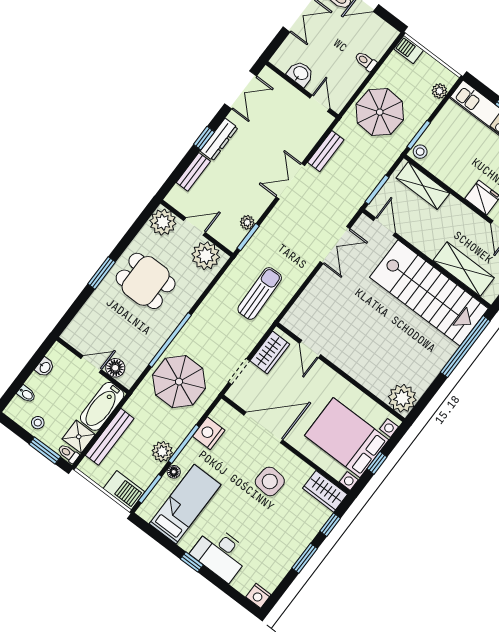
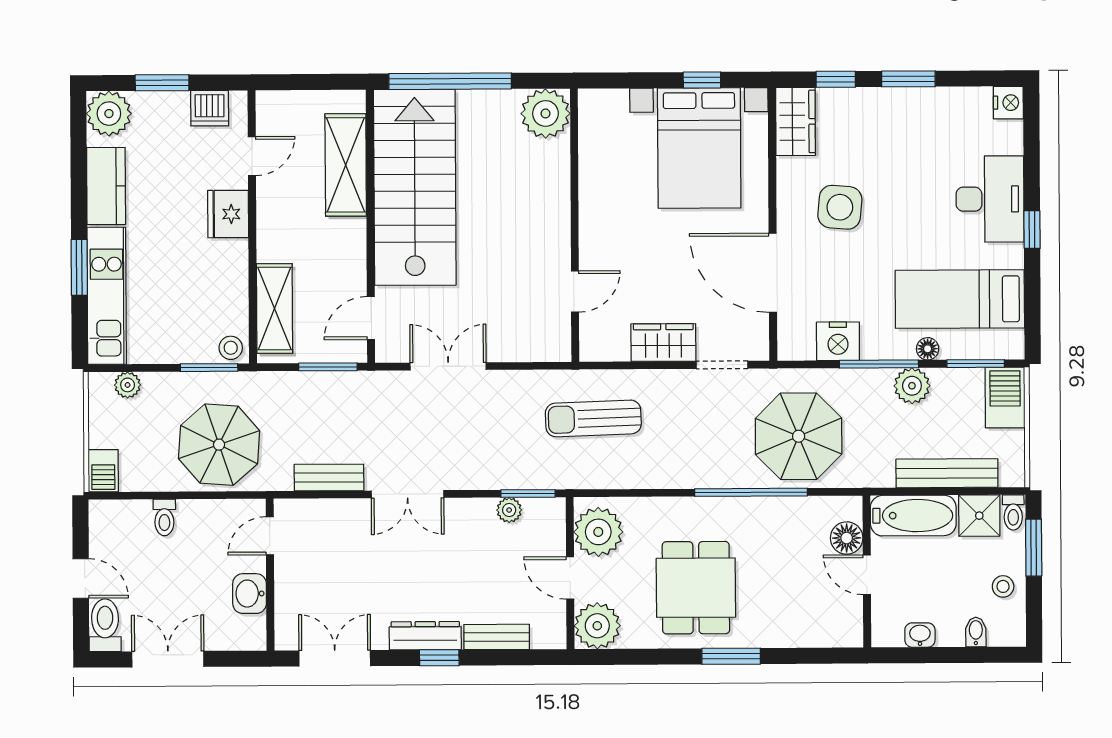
door: (310, 349) -> (575, 291), moved
wall: (341, 372) -> (575, 225), moved
plant: (402, 398) -> (545, 113), moved

